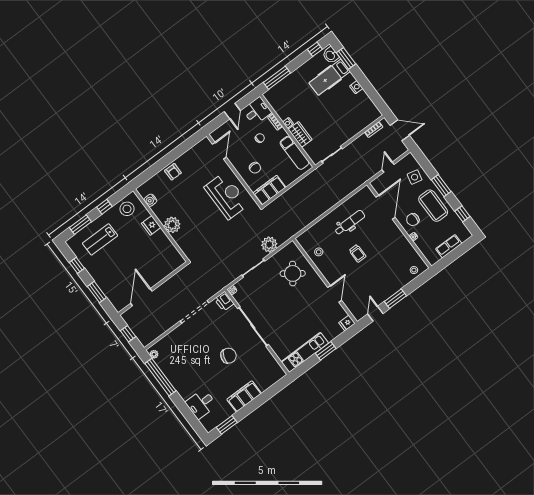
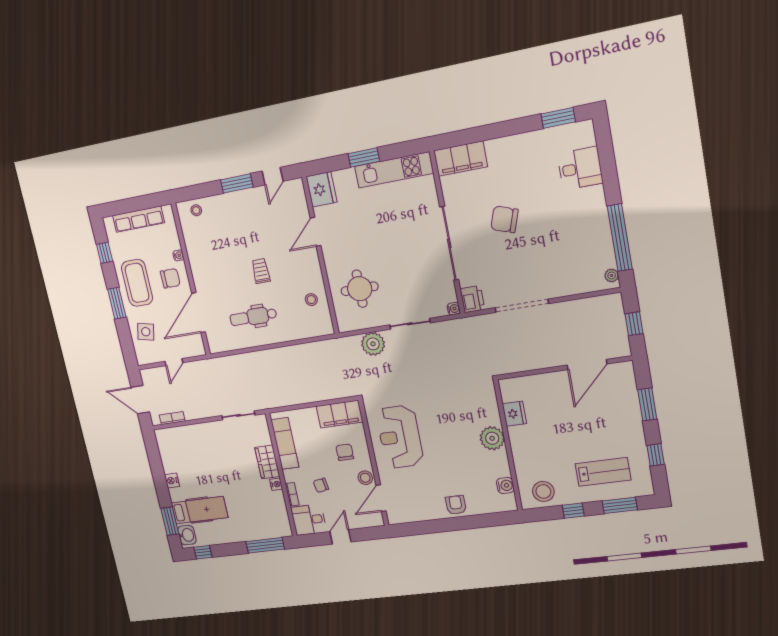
stool: (235, 158) -> (365, 478), added
fridge: (151, 225) -> (514, 414), moved
row of seats: (449, 246) -> (138, 219), width x1.48
round table: (293, 273) -> (360, 289), turned -36
fridge: (347, 323) -> (321, 189), width x1.88, depth x1.34
filing cabinet: (244, 396) -> (461, 159), moved

